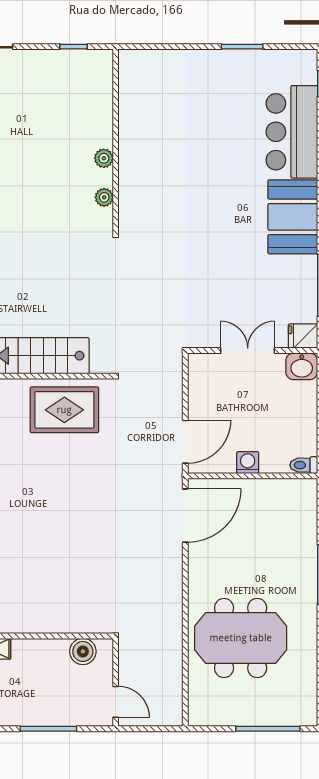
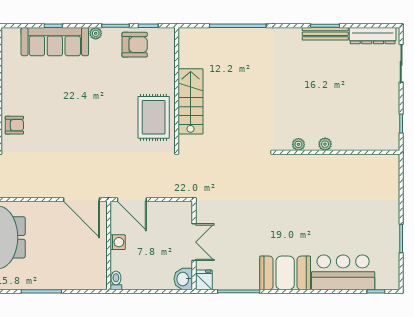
armchair: (76, 614) -> (14, 125), added

